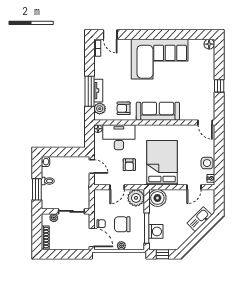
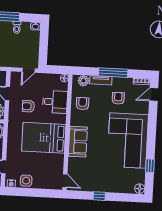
window: (185, 35) -> (150, 166), added
armchair: (116, 71) -> (118, 98), added
window: (90, 91) -> (113, 73), moved
sofa: (158, 111) -> (78, 142), width x0.73
door: (205, 122) -> (65, 181), swing flipped
desk: (119, 137) -> (55, 102), width x0.73
bed: (162, 163) -> (44, 138), moved, turned 180

